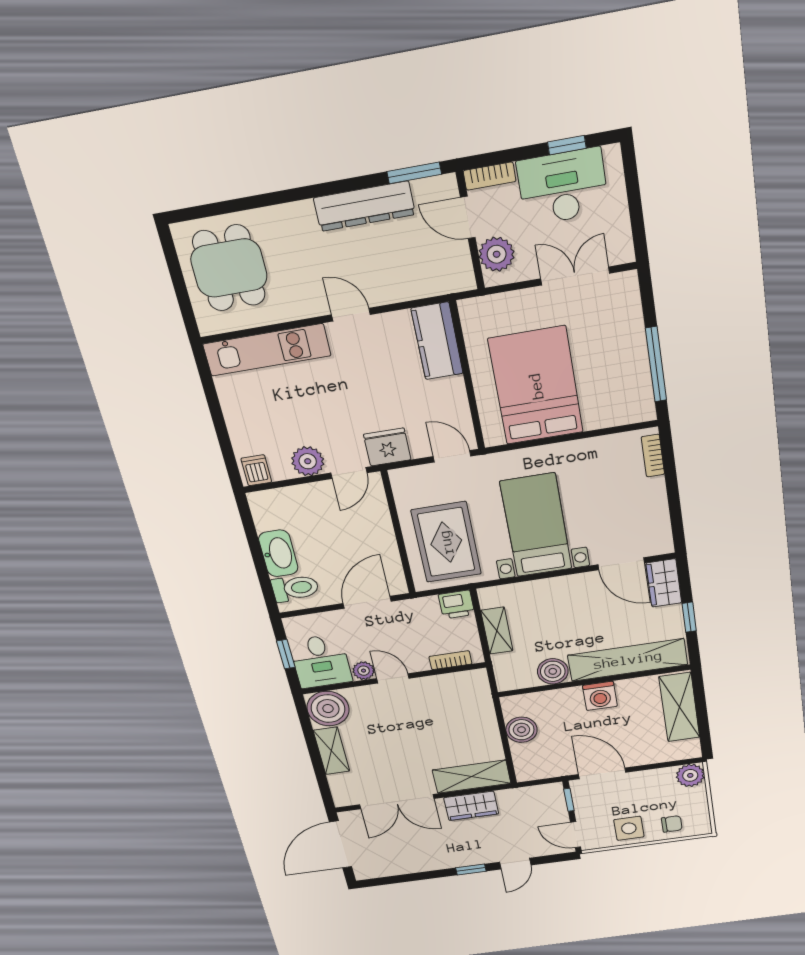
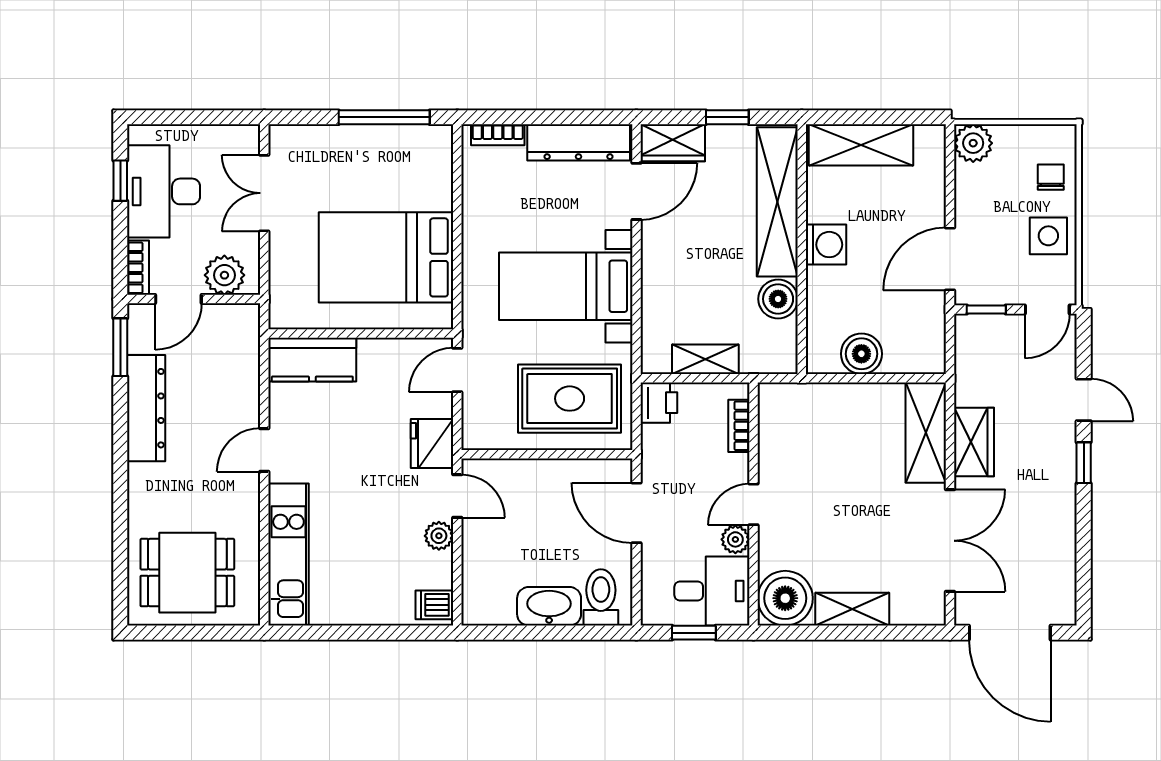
plant: (308, 461) -> (439, 536), width x0.73, depth x0.73
dresser: (655, 516) -> (579, 142), added

